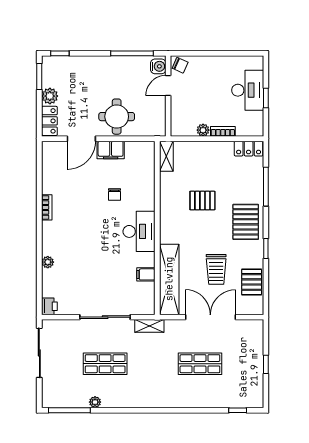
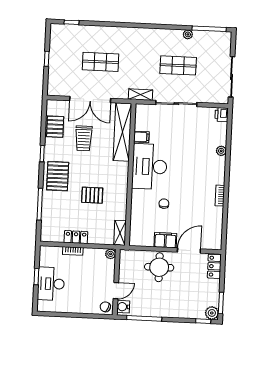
plant: (50, 96) -> (212, 313), moved
plant: (203, 130) -> (111, 254), moved
locker: (249, 149) -> (76, 237), moved
desk: (139, 231) -> (149, 167), width x1.36, depth x1.30
trolley: (216, 269) -> (84, 138), turned 180

